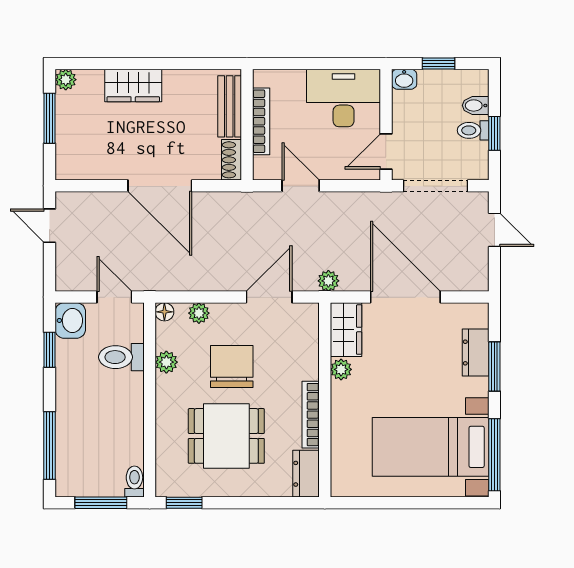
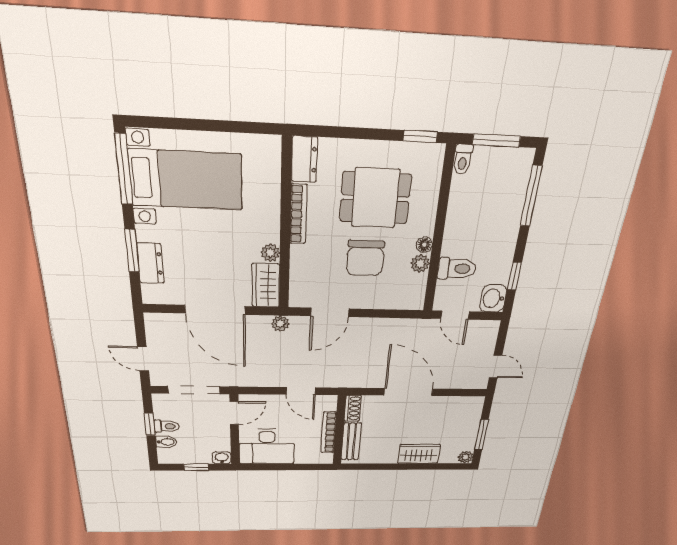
floor lamp: (164, 312) -> (424, 245), moved
plant: (199, 313) -> (389, 301), removed

